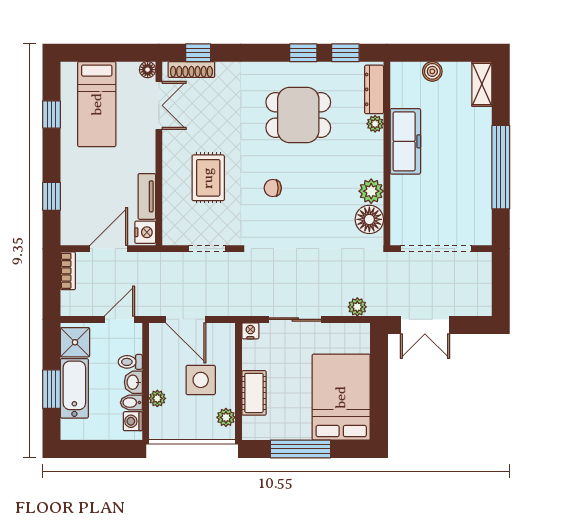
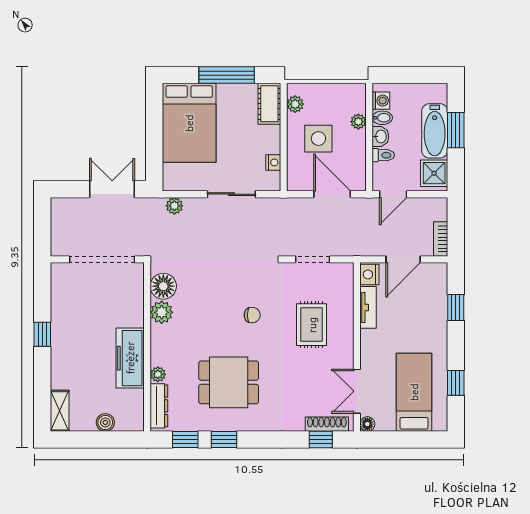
window: (501, 167) -> (42, 334), width x0.32
nightstand: (250, 331) -> (273, 162), moved, turned -90
cot: (254, 393) -> (269, 104), moved

